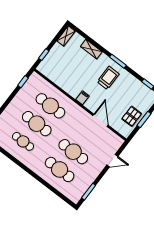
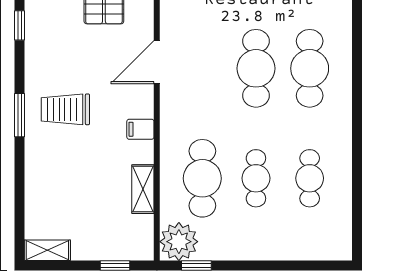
shelving: (91, 49) -> (143, 189), moved
plant: (35, 82) -> (179, 242), added
cafe table: (37, 124) -> (256, 178), width x0.73, depth x0.74

